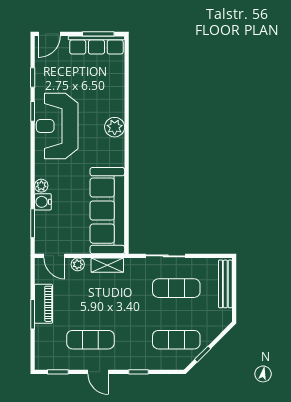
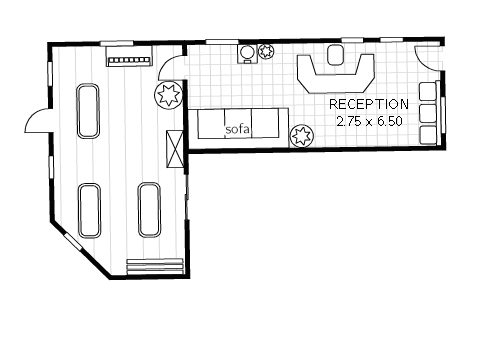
plant: (115, 127) -> (302, 136), moved
plant: (78, 264) -> (169, 95), width x1.88, depth x1.88
shelving: (107, 265) -> (175, 149), moved

